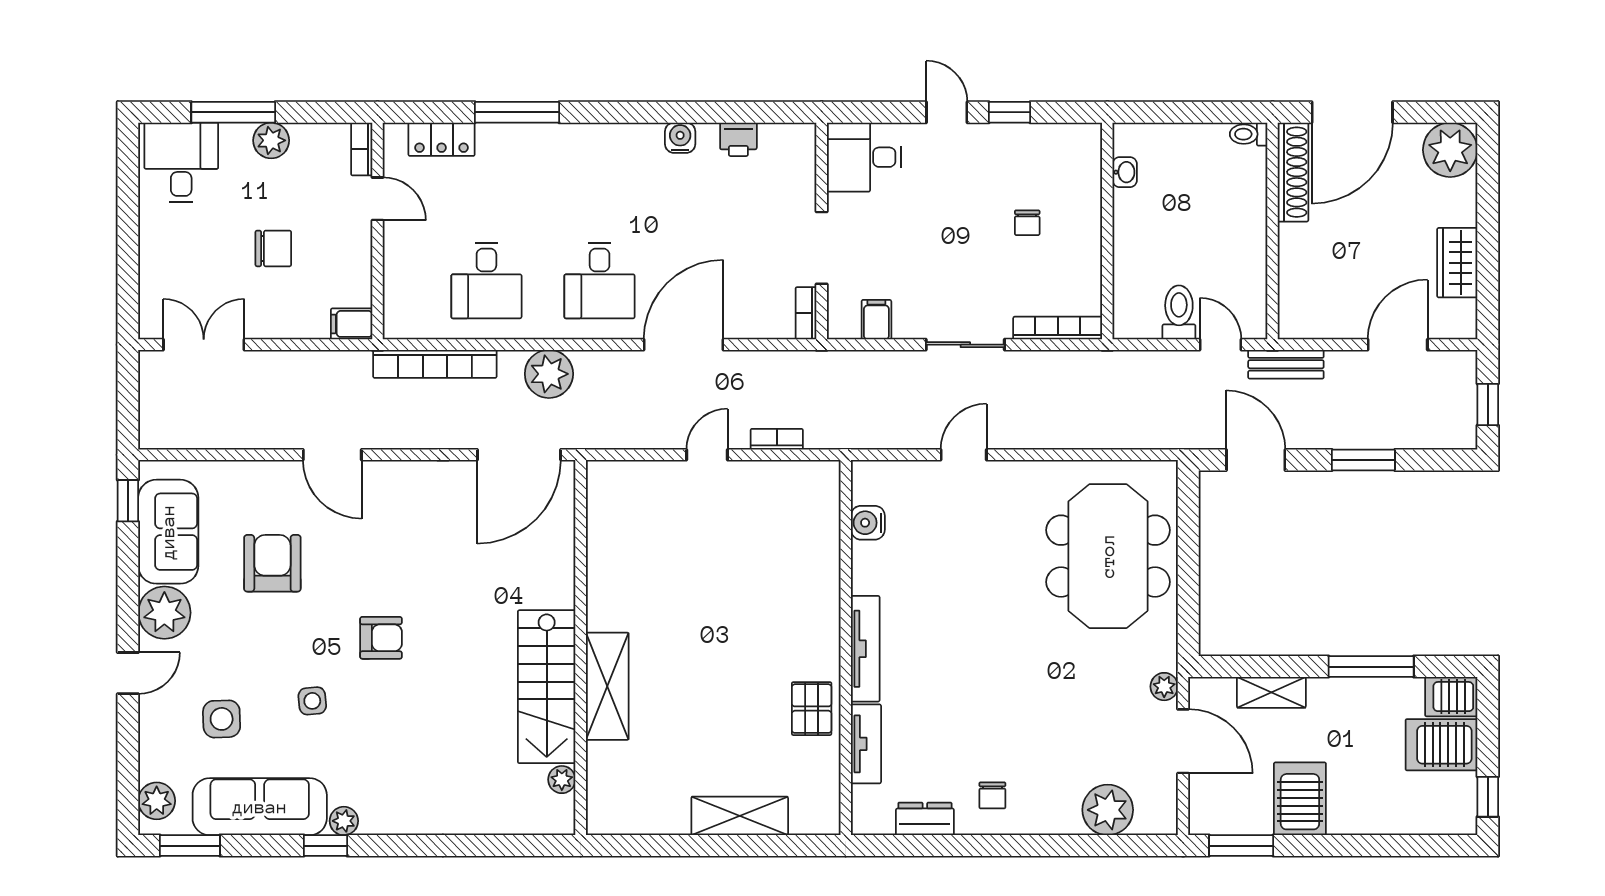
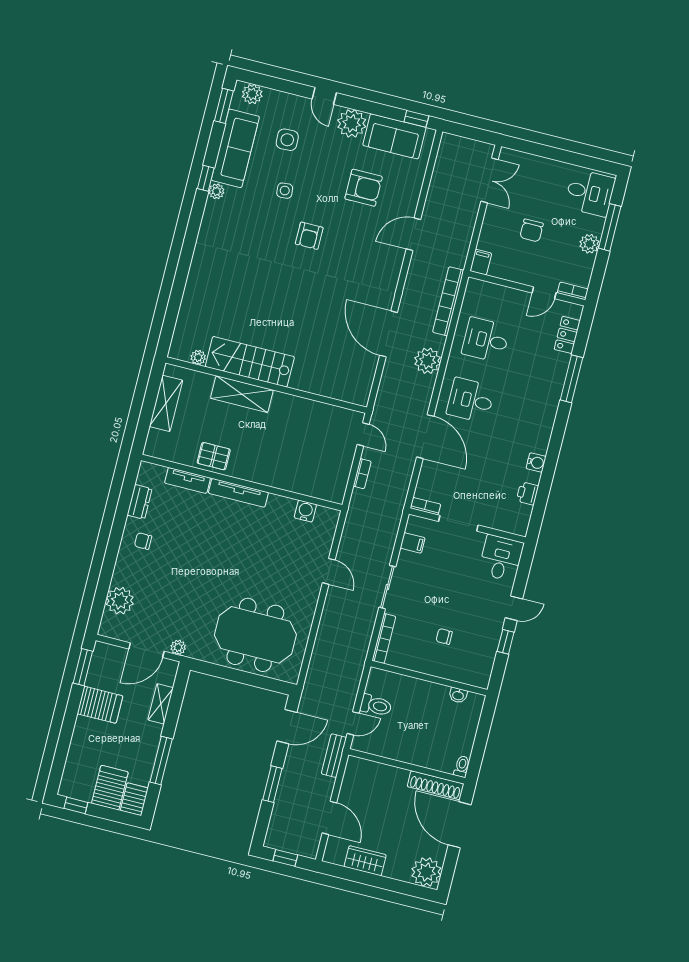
wall: (581, 648) -> (266, 385), moved
shelving: (607, 686) -> (242, 394), moved
stairs: (547, 687) -> (250, 362), moved
plant: (562, 780) -> (198, 357), moved

